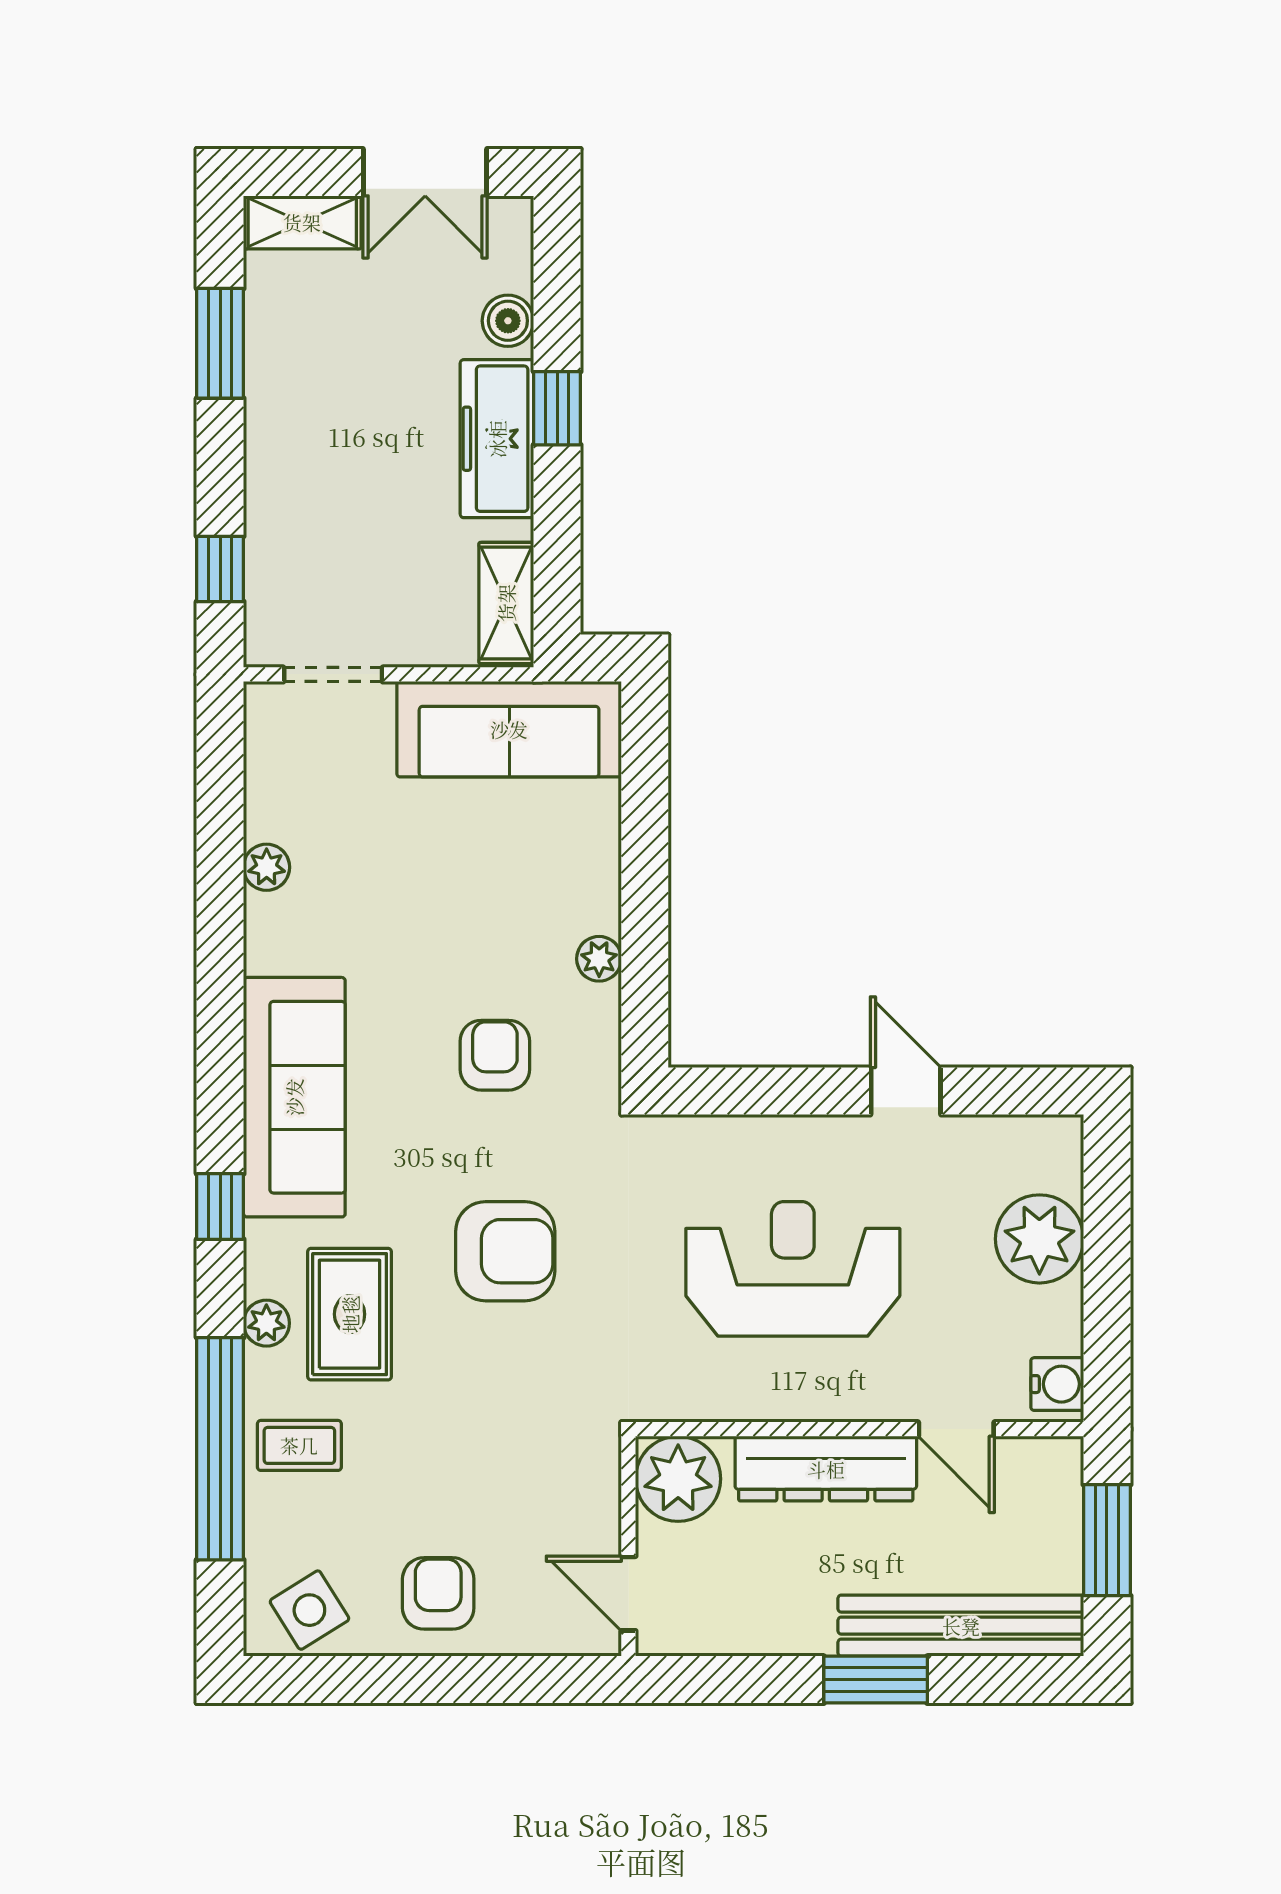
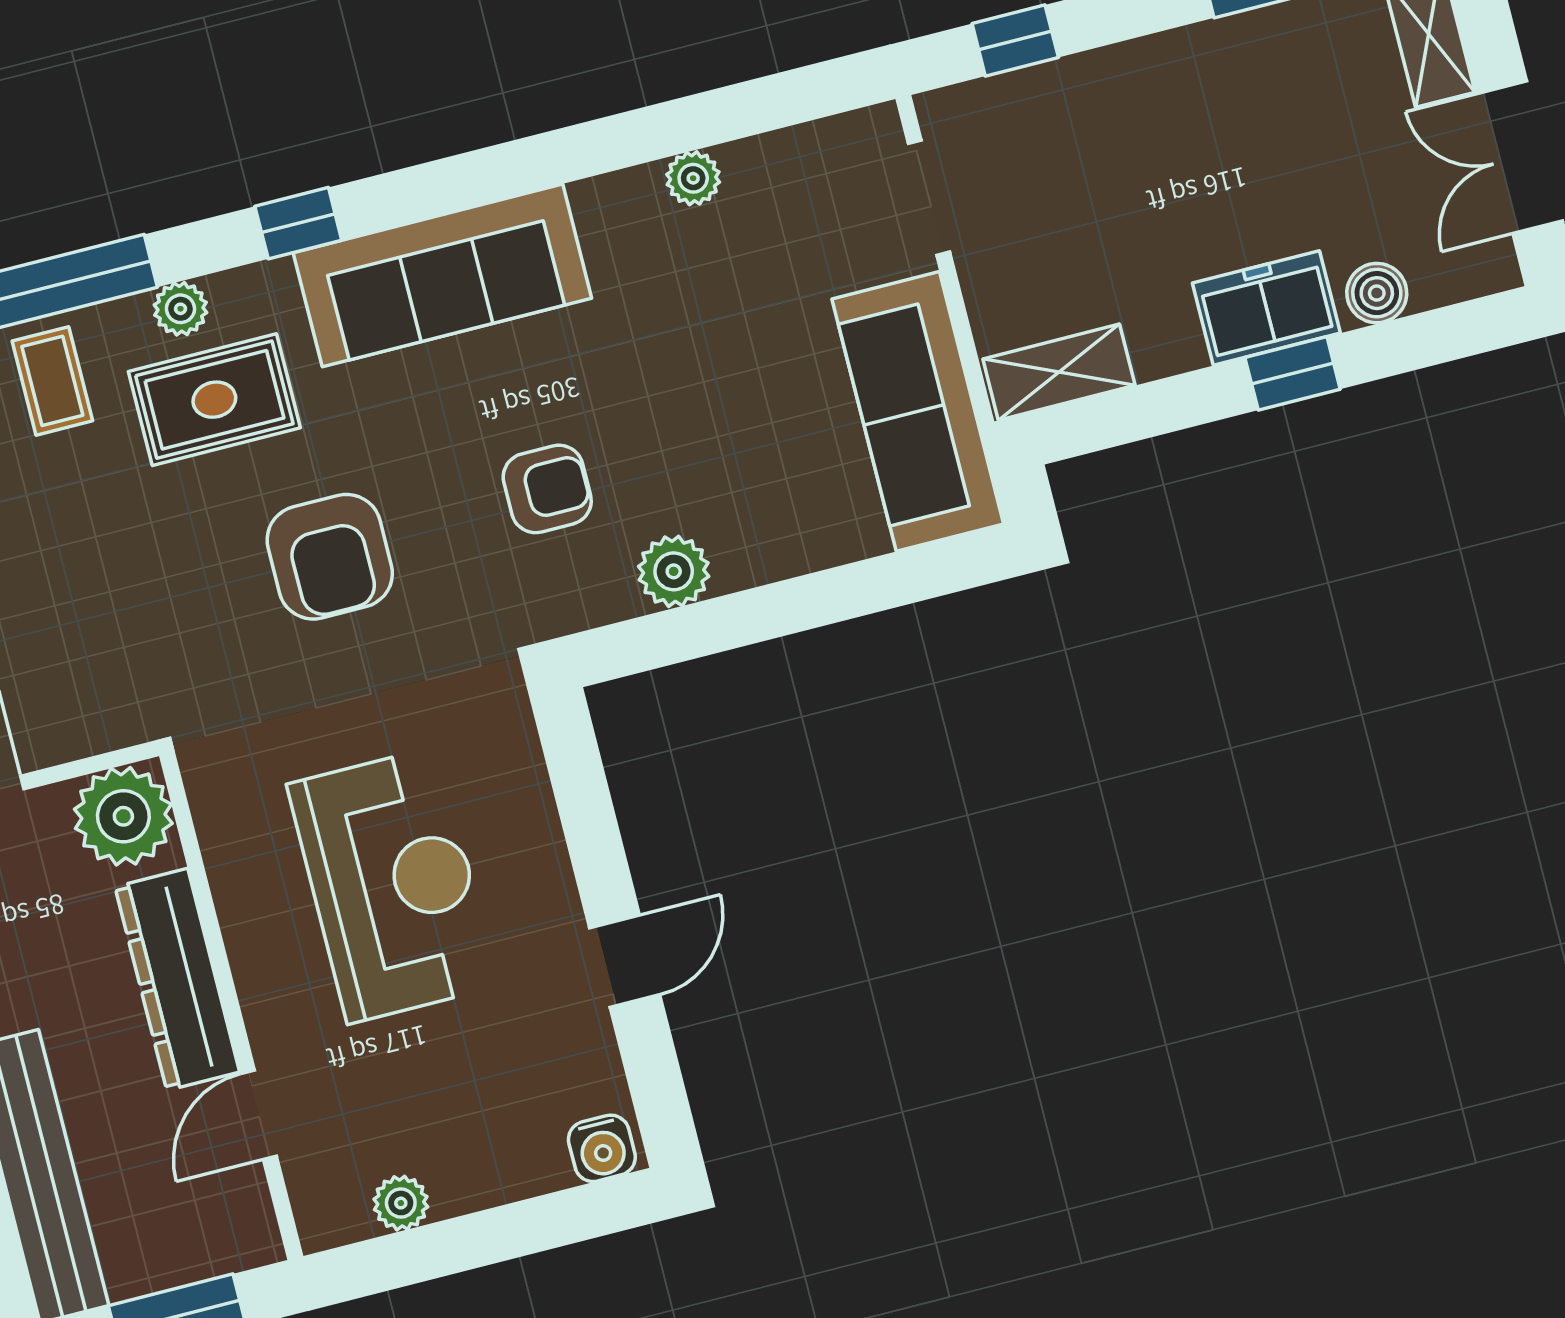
freezer: (497, 439) -> (1266, 308), width x0.71
plant: (599, 959) -> (674, 571), width x1.38, depth x1.38
plant: (1039, 1239) -> (401, 1203), moved, width x0.53, depth x0.53
water cooler: (1057, 1384) -> (602, 1148), moved

